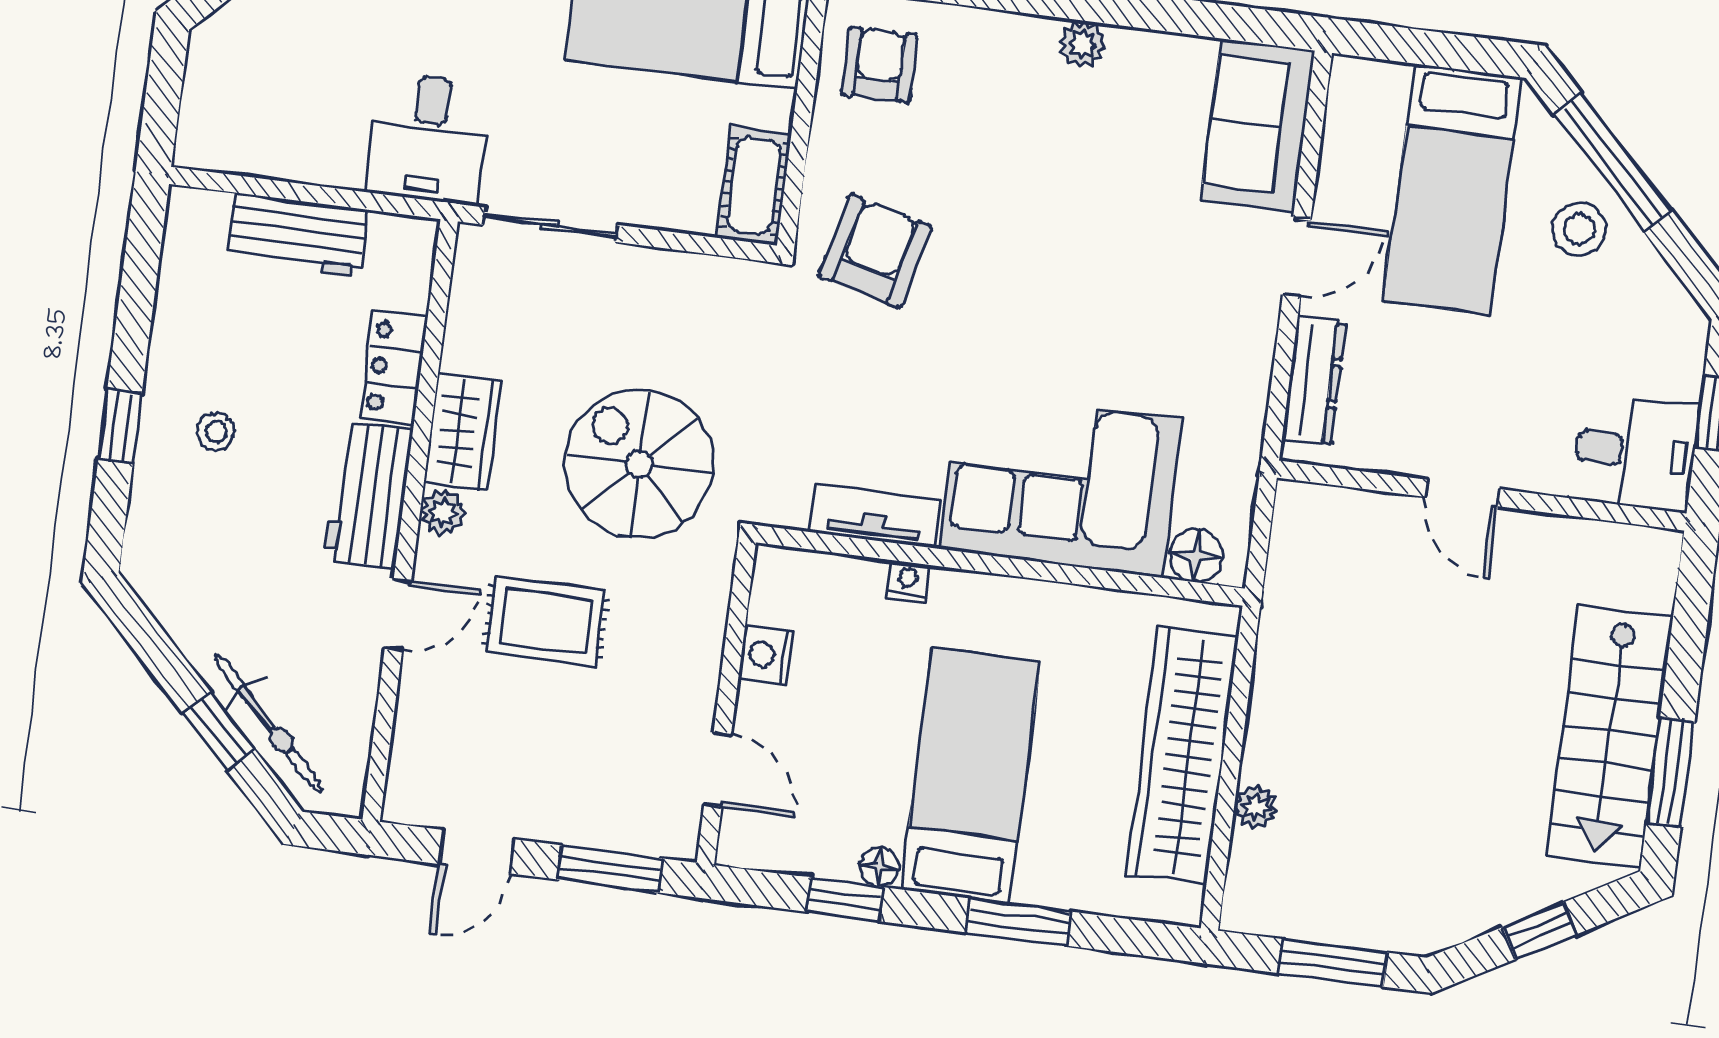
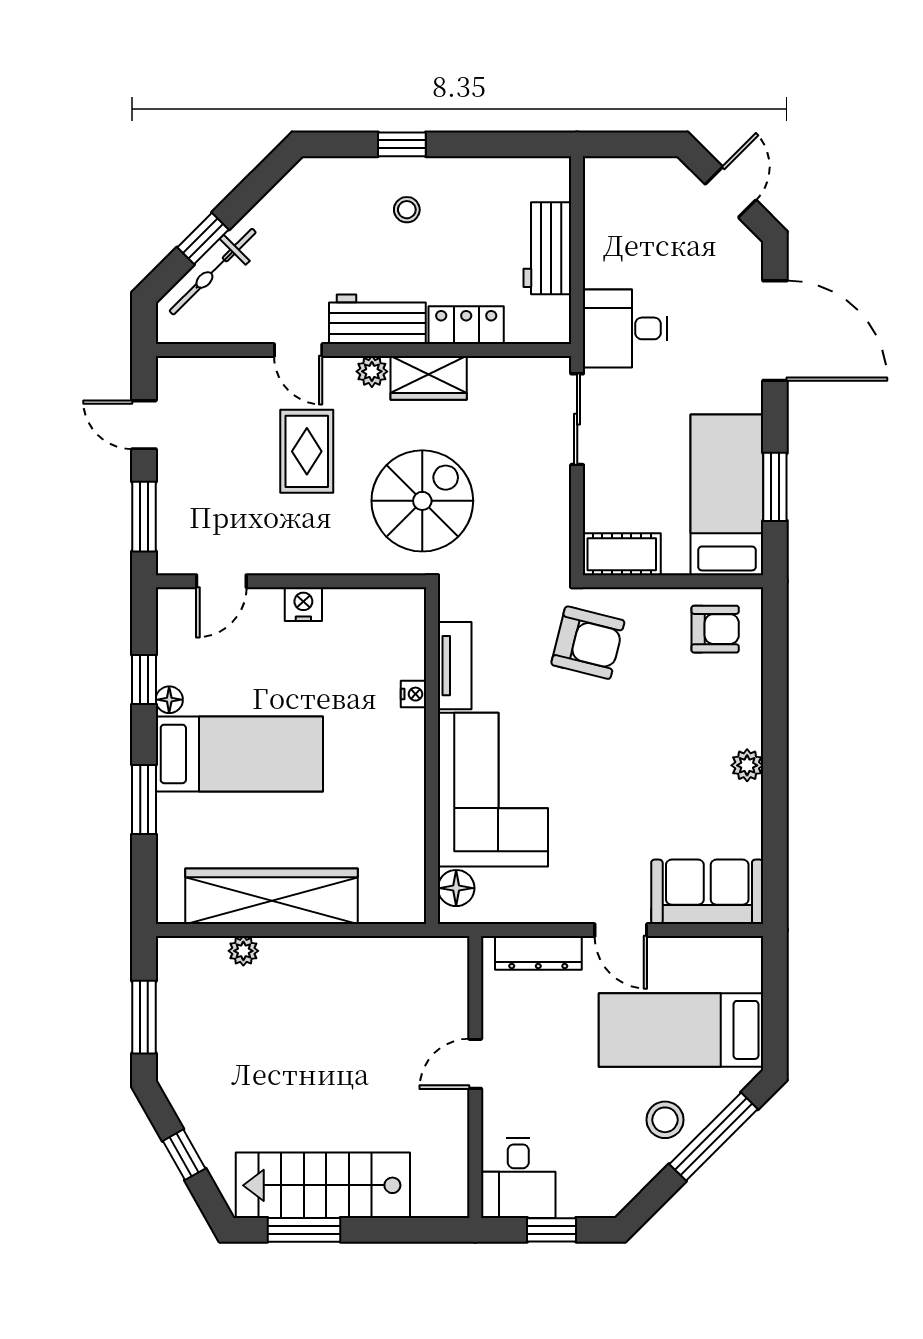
corner sofa: (1061, 484) -> (493, 790), moved
tv unit: (875, 516) -> (455, 666), moved
floor lamp: (1196, 556) -> (456, 888), moved
wall: (1000, 565) -> (432, 756), moved
nightstand: (908, 581) -> (413, 694), moved

